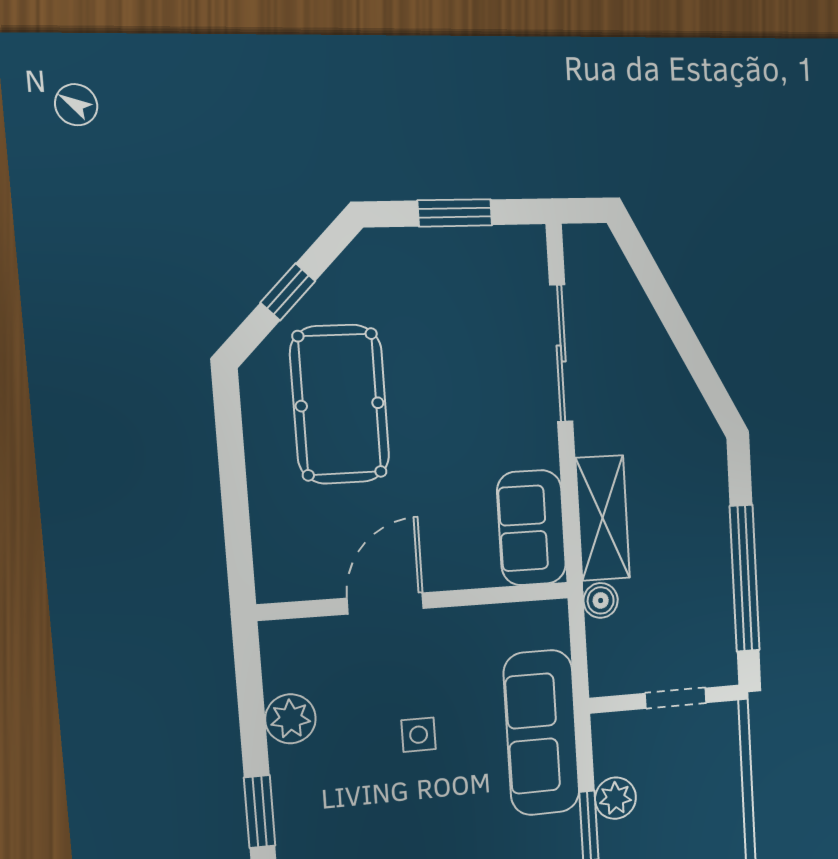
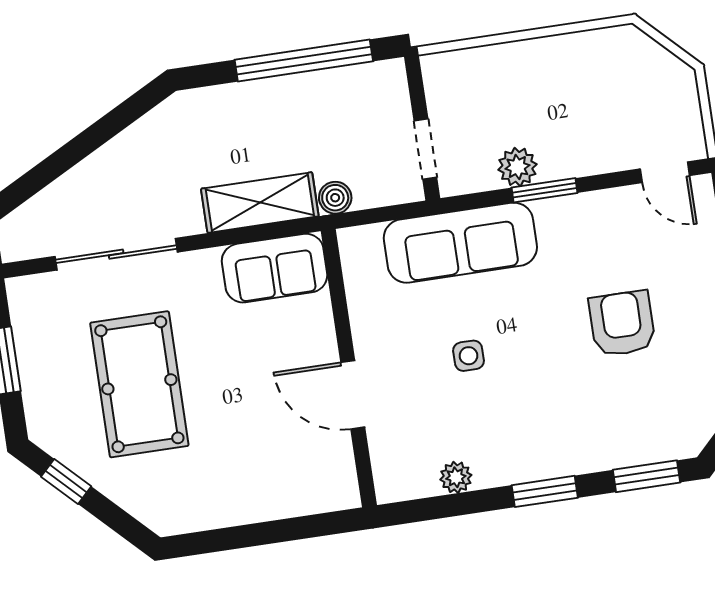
window: (288, 292) -> (66, 481), moved
pool table: (340, 404) -> (139, 384), moved, turned 90
doorway: (676, 698) -> (425, 149), moved
plant: (290, 719) -> (456, 477), width x0.73, depth x0.73

